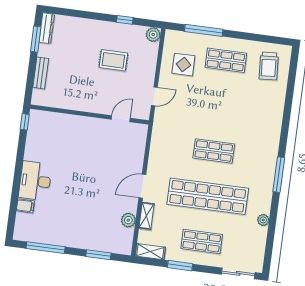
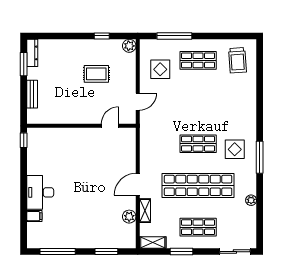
display table: (253, 162) -> (235, 149), added

